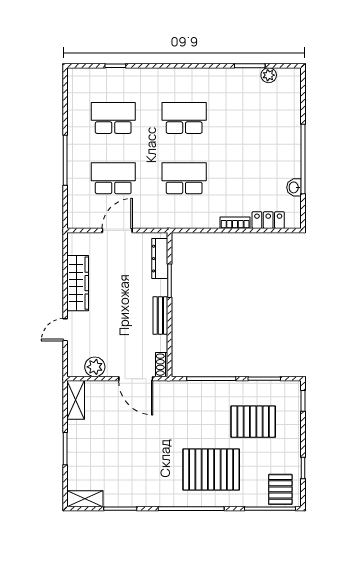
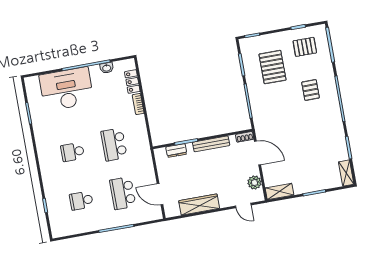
plant: (269, 75) -> (33, 99), removed
school desk: (113, 118) -> (81, 201), width x0.54
school desk: (184, 118) -> (73, 152), width x0.54
desk: (274, 125) -> (67, 89), added
door: (117, 230) -> (160, 194), moved
dresser: (160, 259) -> (176, 151), width x0.70
bench: (160, 315) -> (211, 144), width x1.36
door: (65, 330) -> (243, 206), moved
door: (136, 379) -> (258, 153), hinge flipped
pallet: (211, 469) -> (311, 90), width x0.49, depth x0.50
pallet: (280, 489) -> (305, 47), moved

